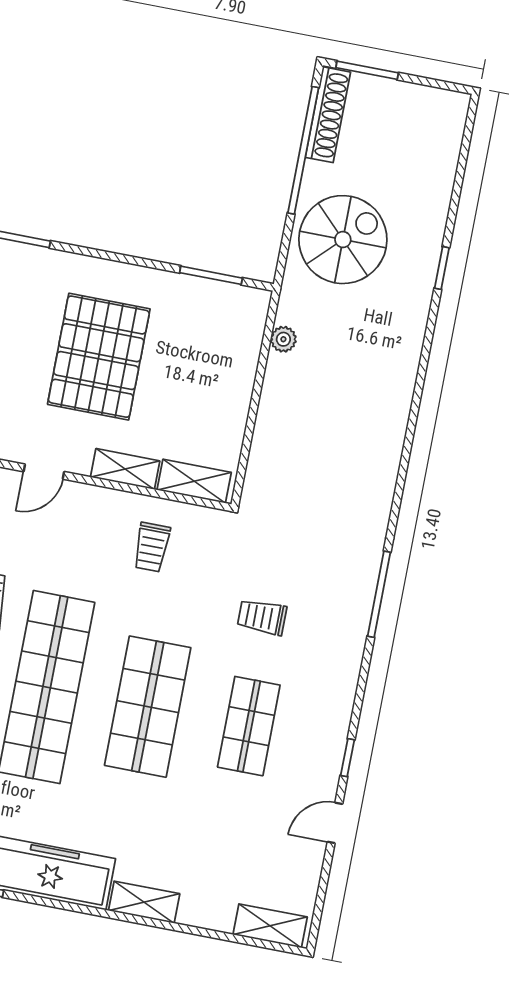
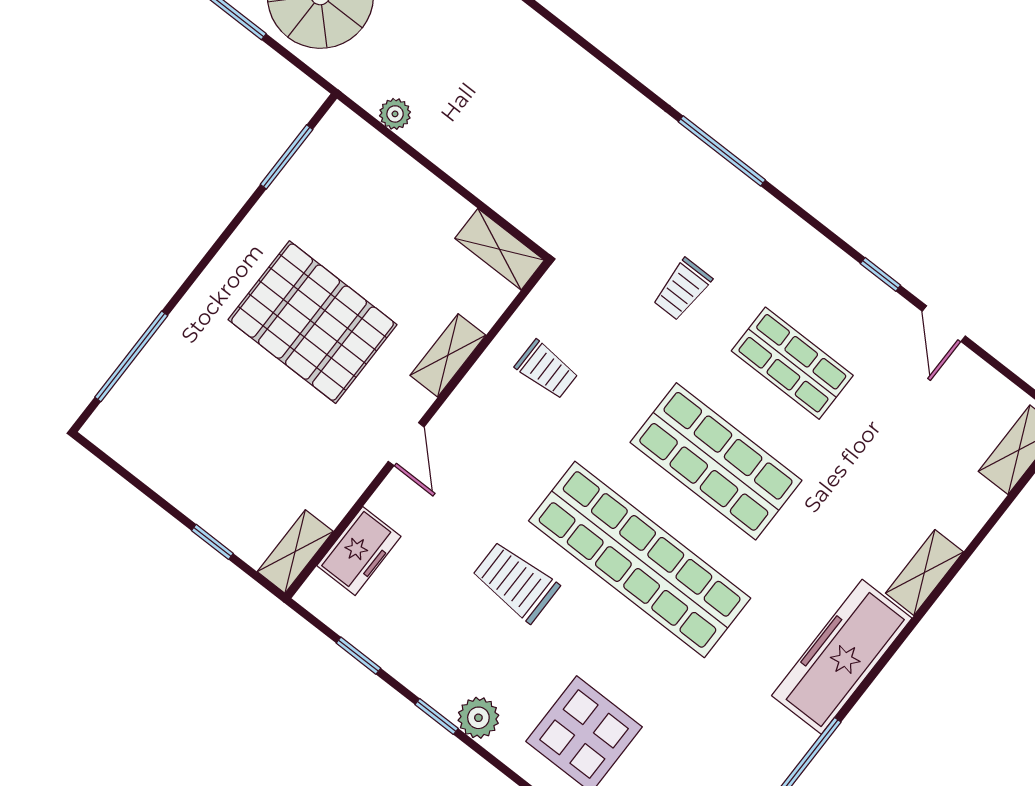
shelving: (194, 481) -> (500, 249), moved, turned 90

